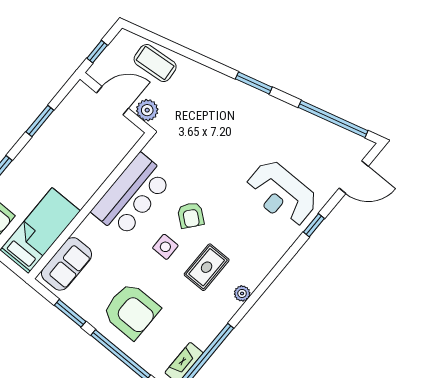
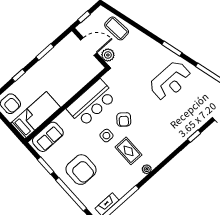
reception desk: (281, 194) -> (170, 81), moved, turned -90
rug: (207, 267) -> (128, 151), turned 90

